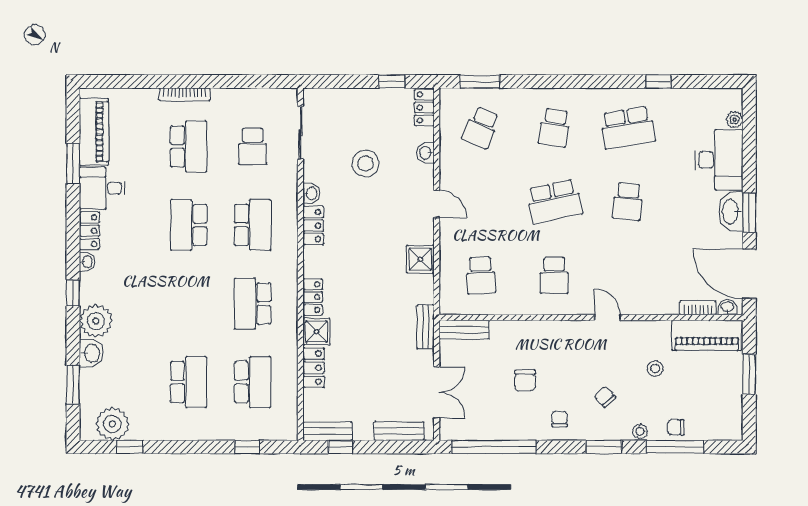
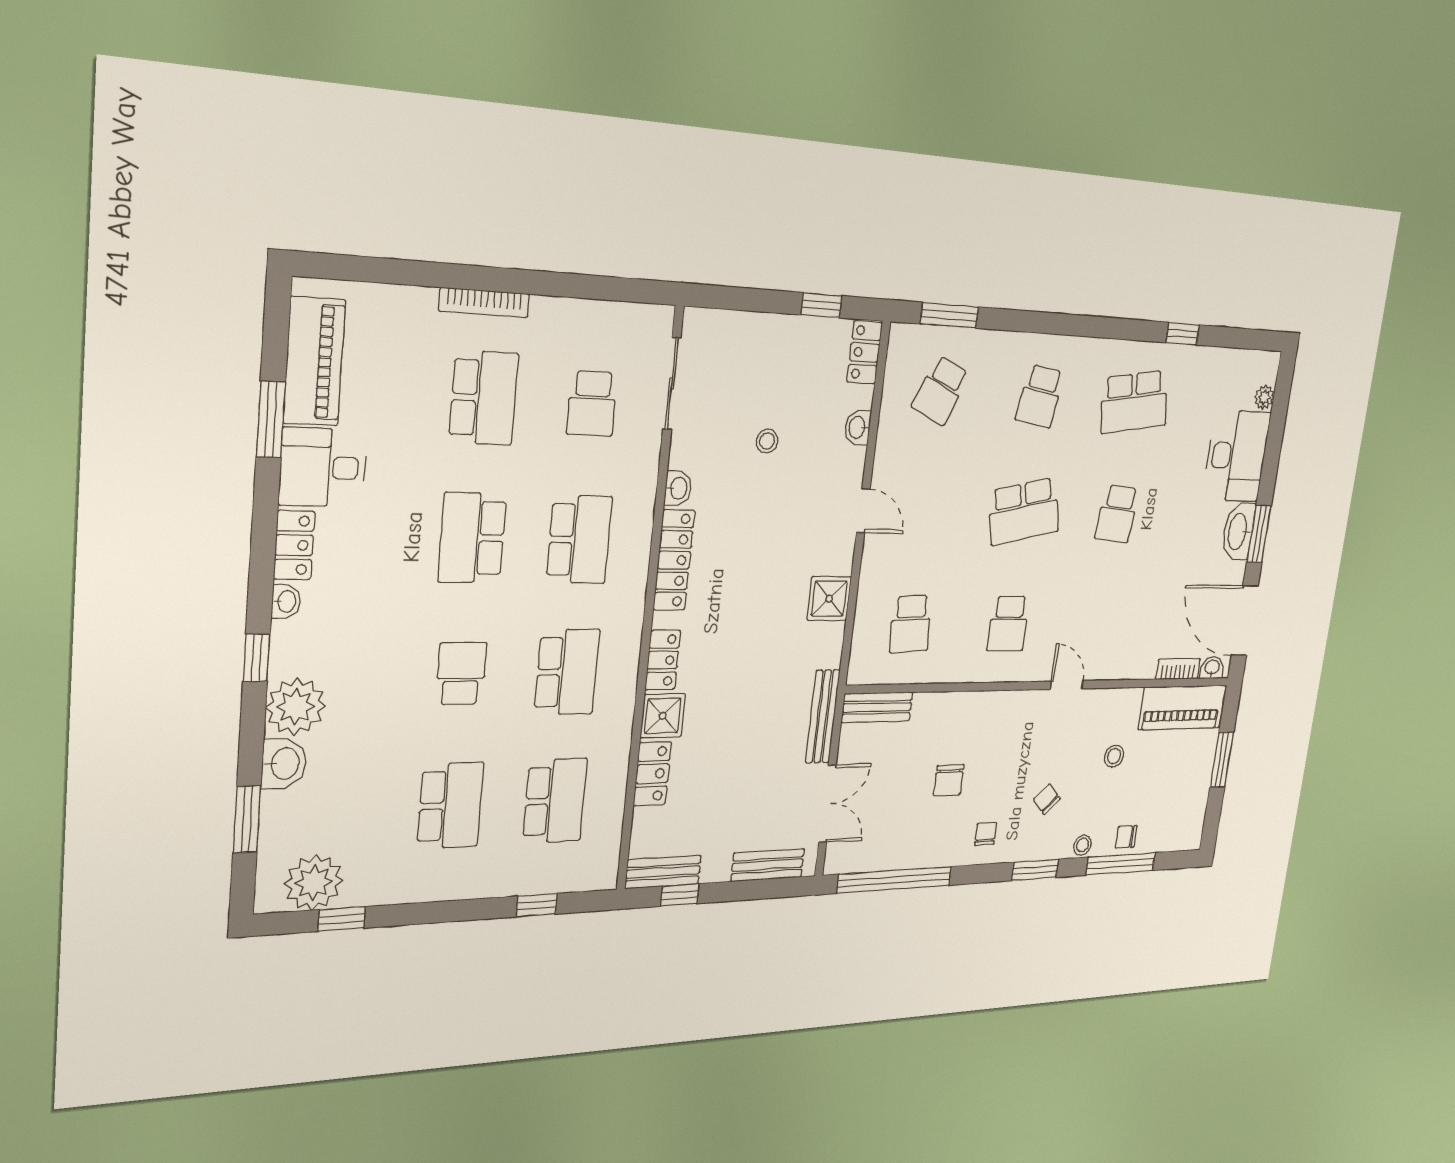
stool: (366, 164) -> (767, 441), width x0.53, depth x0.53
locker: (313, 226) -> (674, 560), width x1.53
school desk: (189, 304) -> (461, 674), added
school desk: (253, 304) -> (567, 672), turned 180
bench: (426, 327) -> (823, 717), width x1.36

